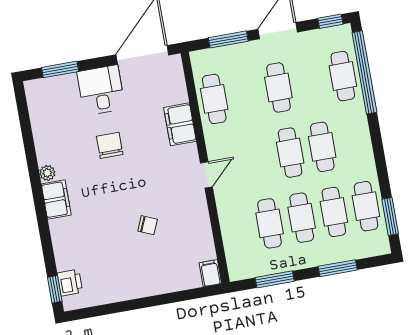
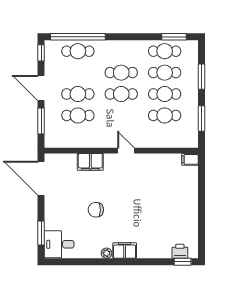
desk: (101, 90) -> (59, 244), moved
cafe table: (214, 99) -> (78, 115), moved
chair: (148, 225) -> (152, 194), removed

